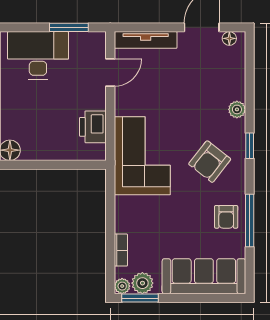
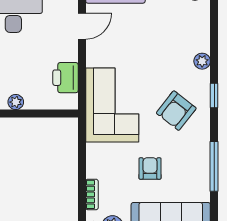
plant: (40, 153) -> (16, 102), added
armchair: (226, 217) -> (150, 168), moved, turned 180

